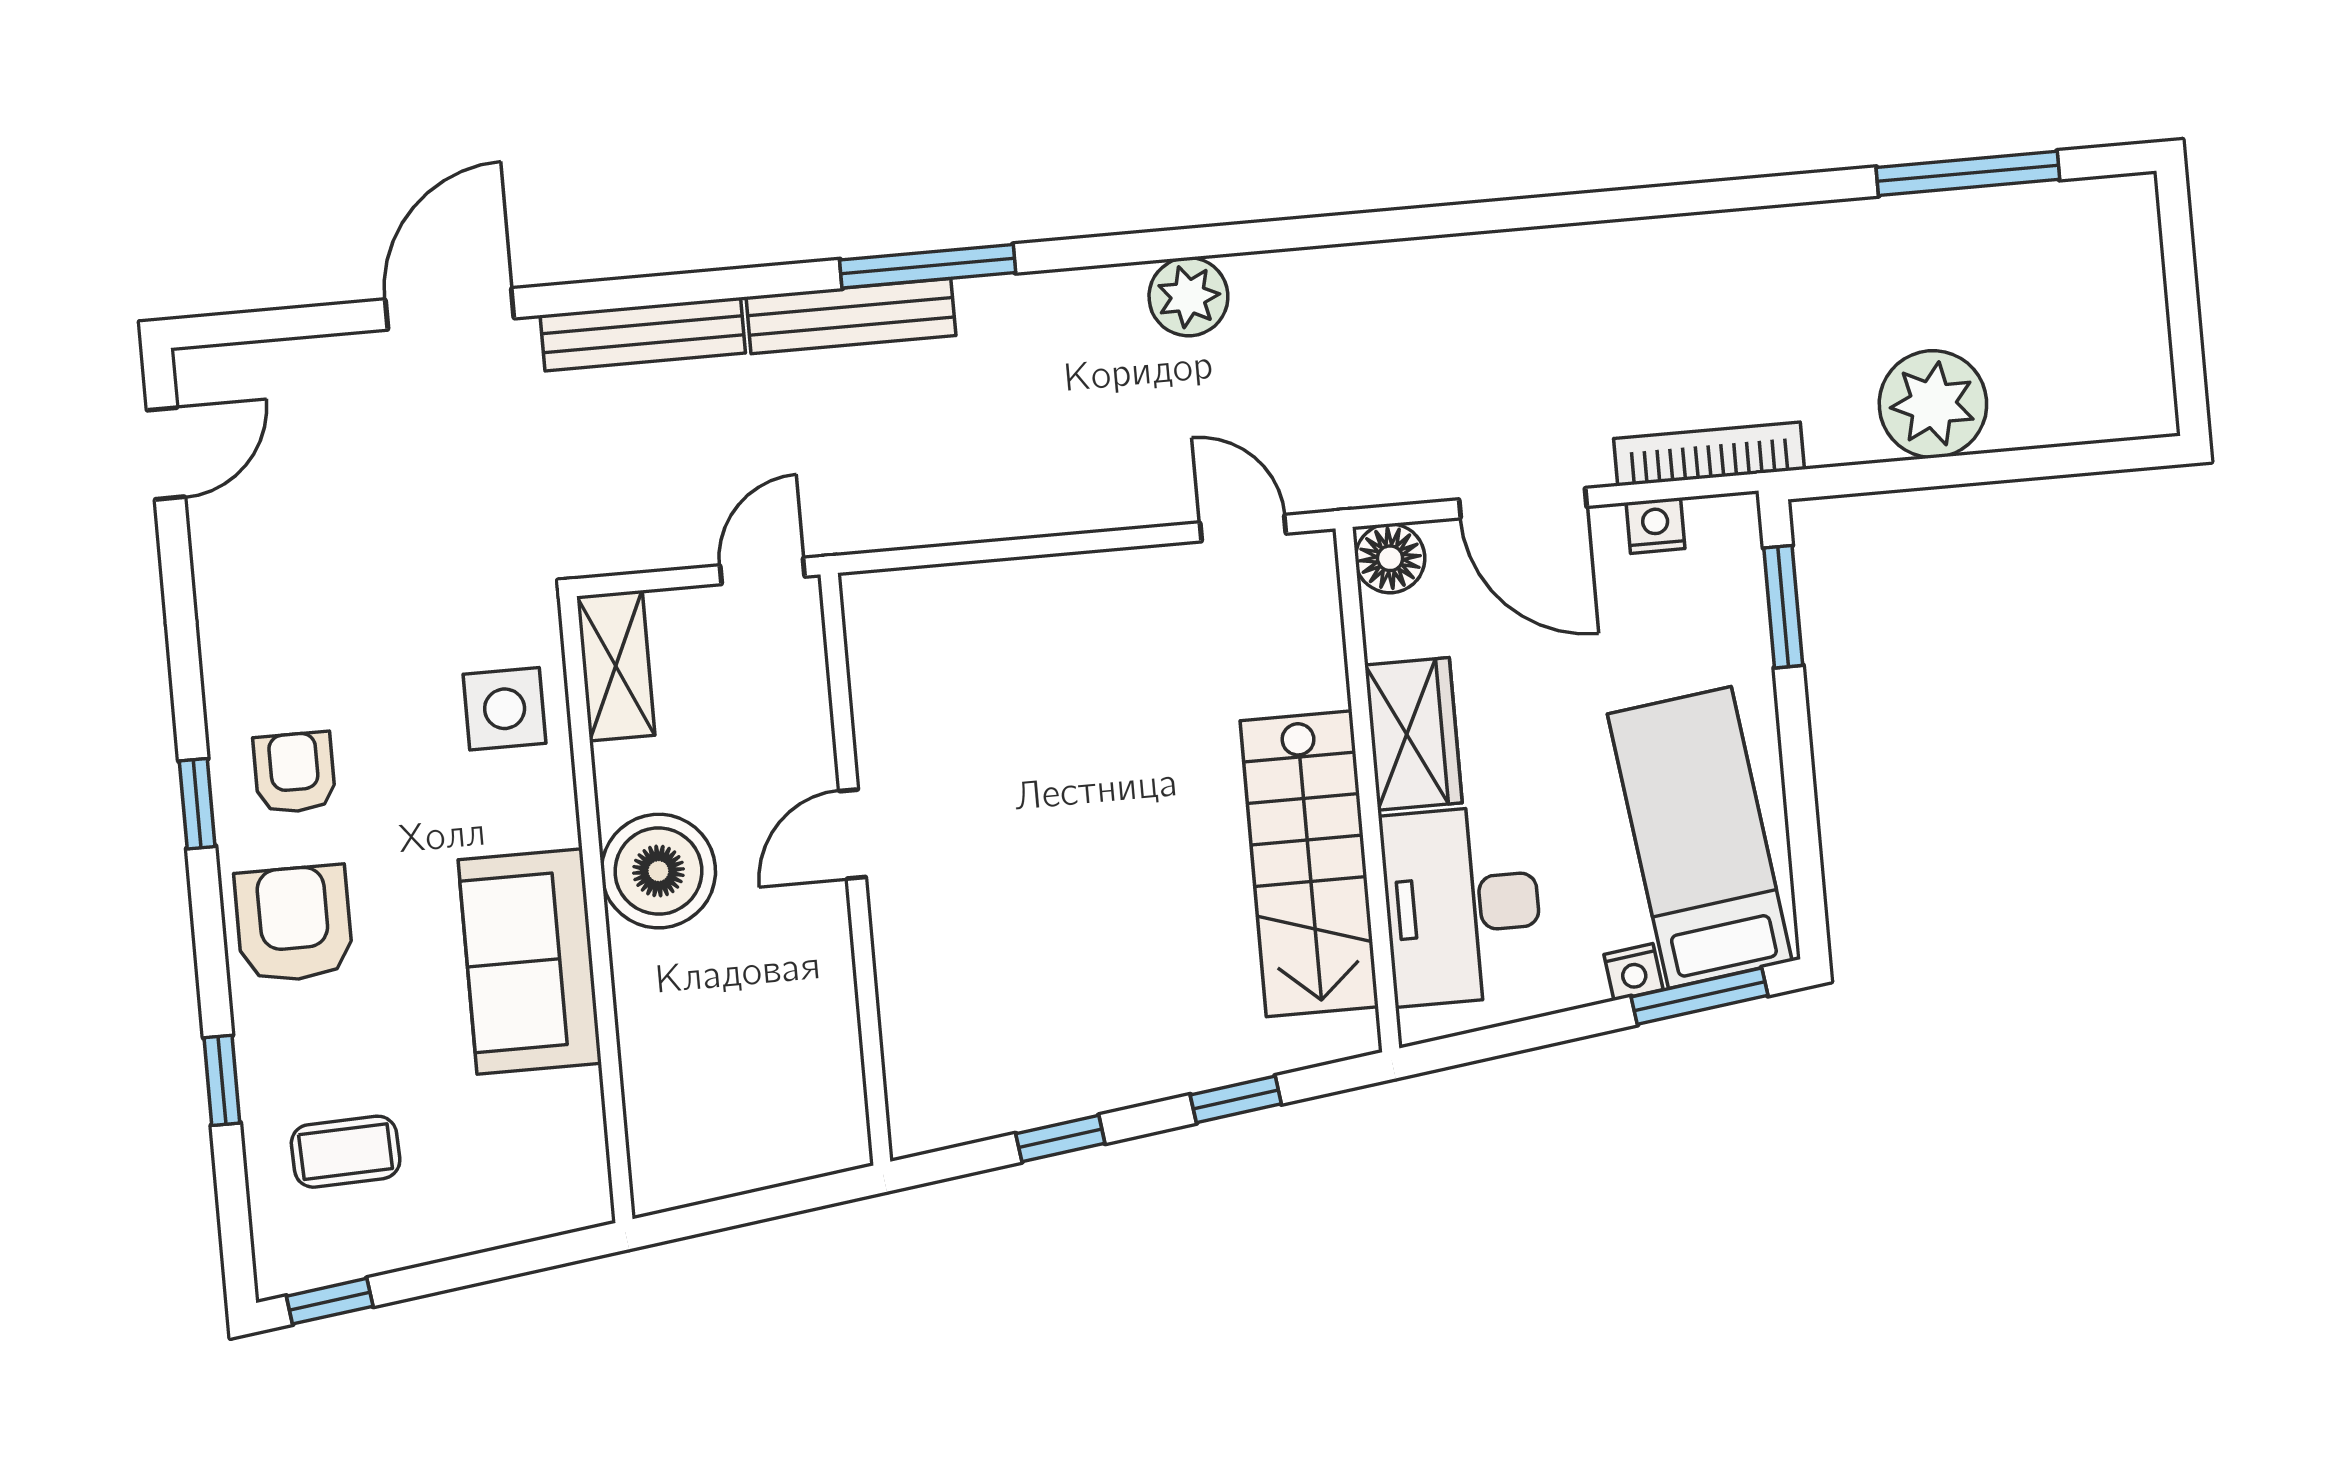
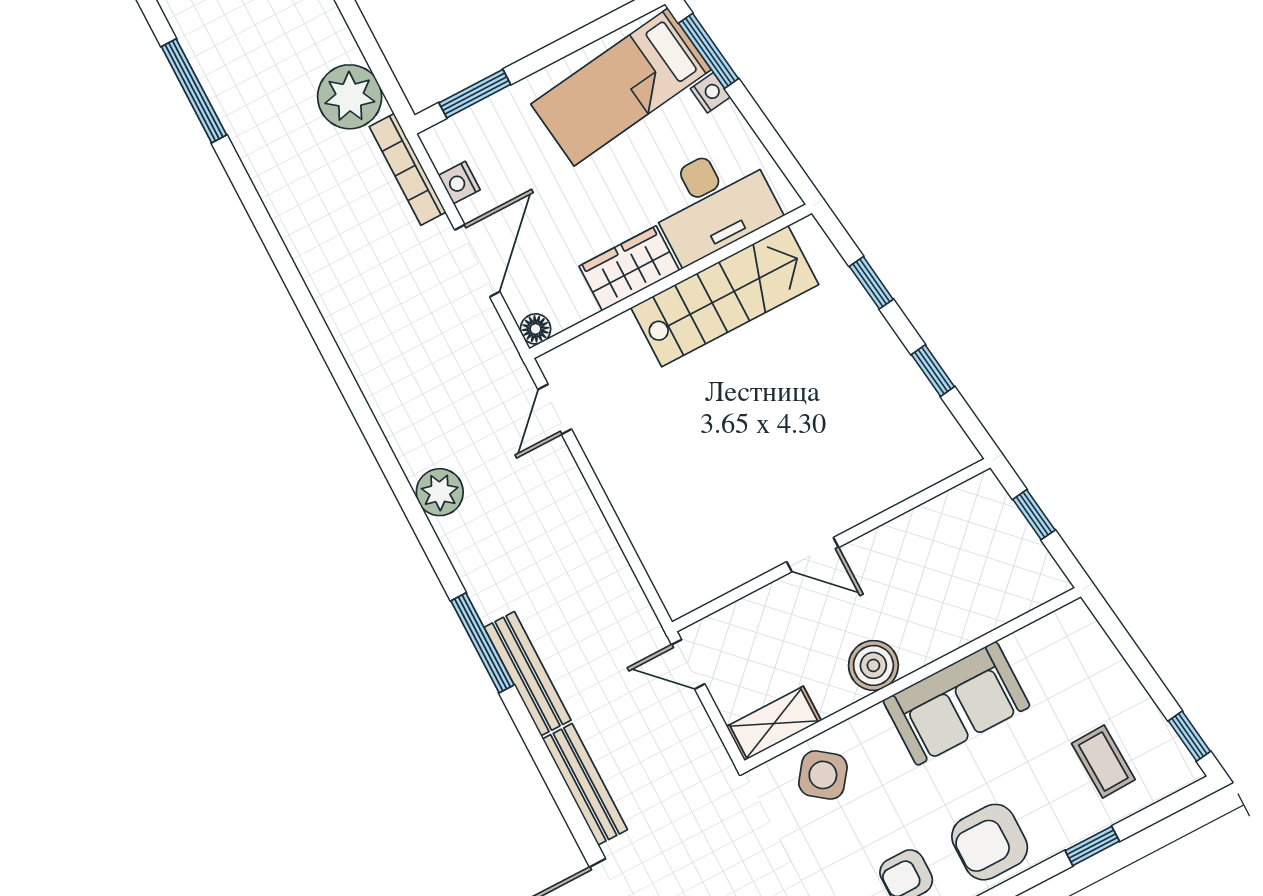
plant: (1933, 404) -> (350, 97), moved
floor lamp: (1390, 558) -> (536, 329), width x0.73, depth x0.73
side table: (505, 709) -> (823, 775), turned 37
boiler: (658, 871) -> (873, 665), width x0.73, depth x0.73
window: (772, 1203) -> (1034, 515), added

